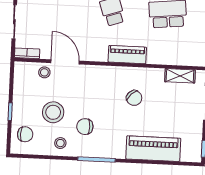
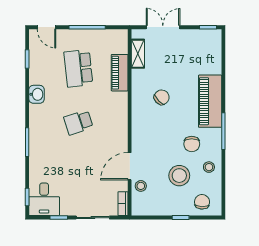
piano: (127, 55) -> (120, 73), moved
piano: (153, 149) -> (210, 101), moved

